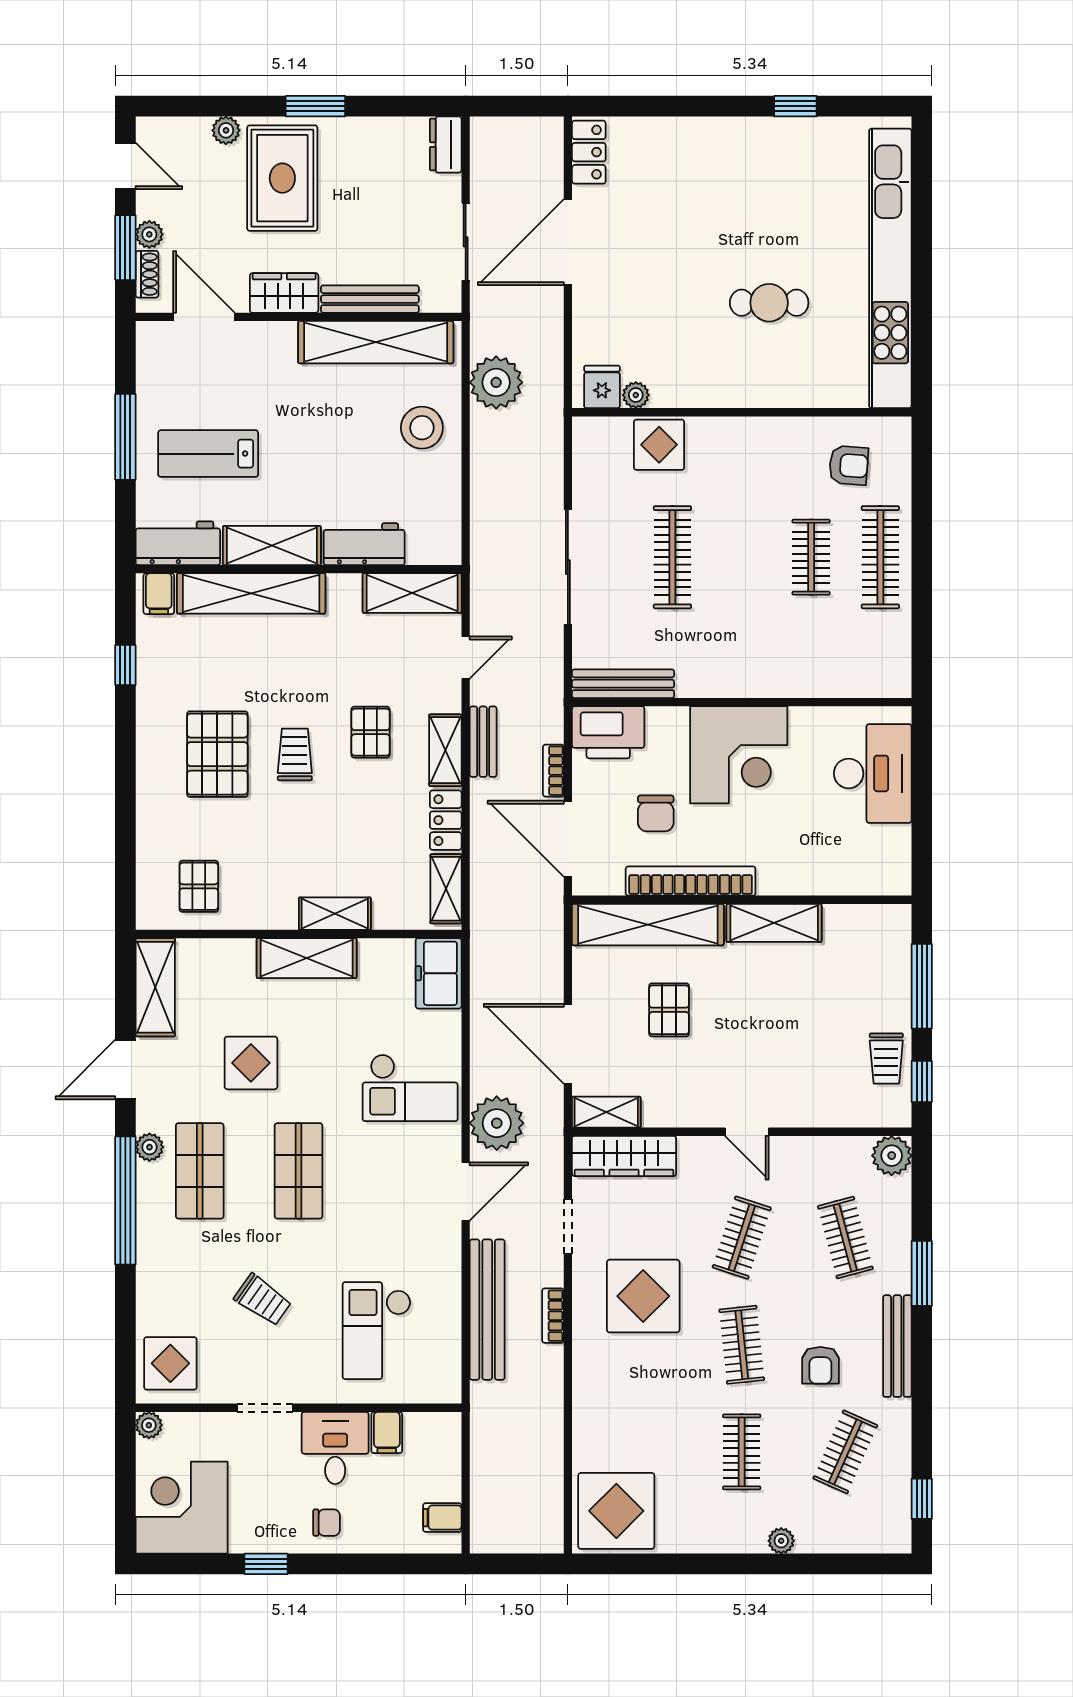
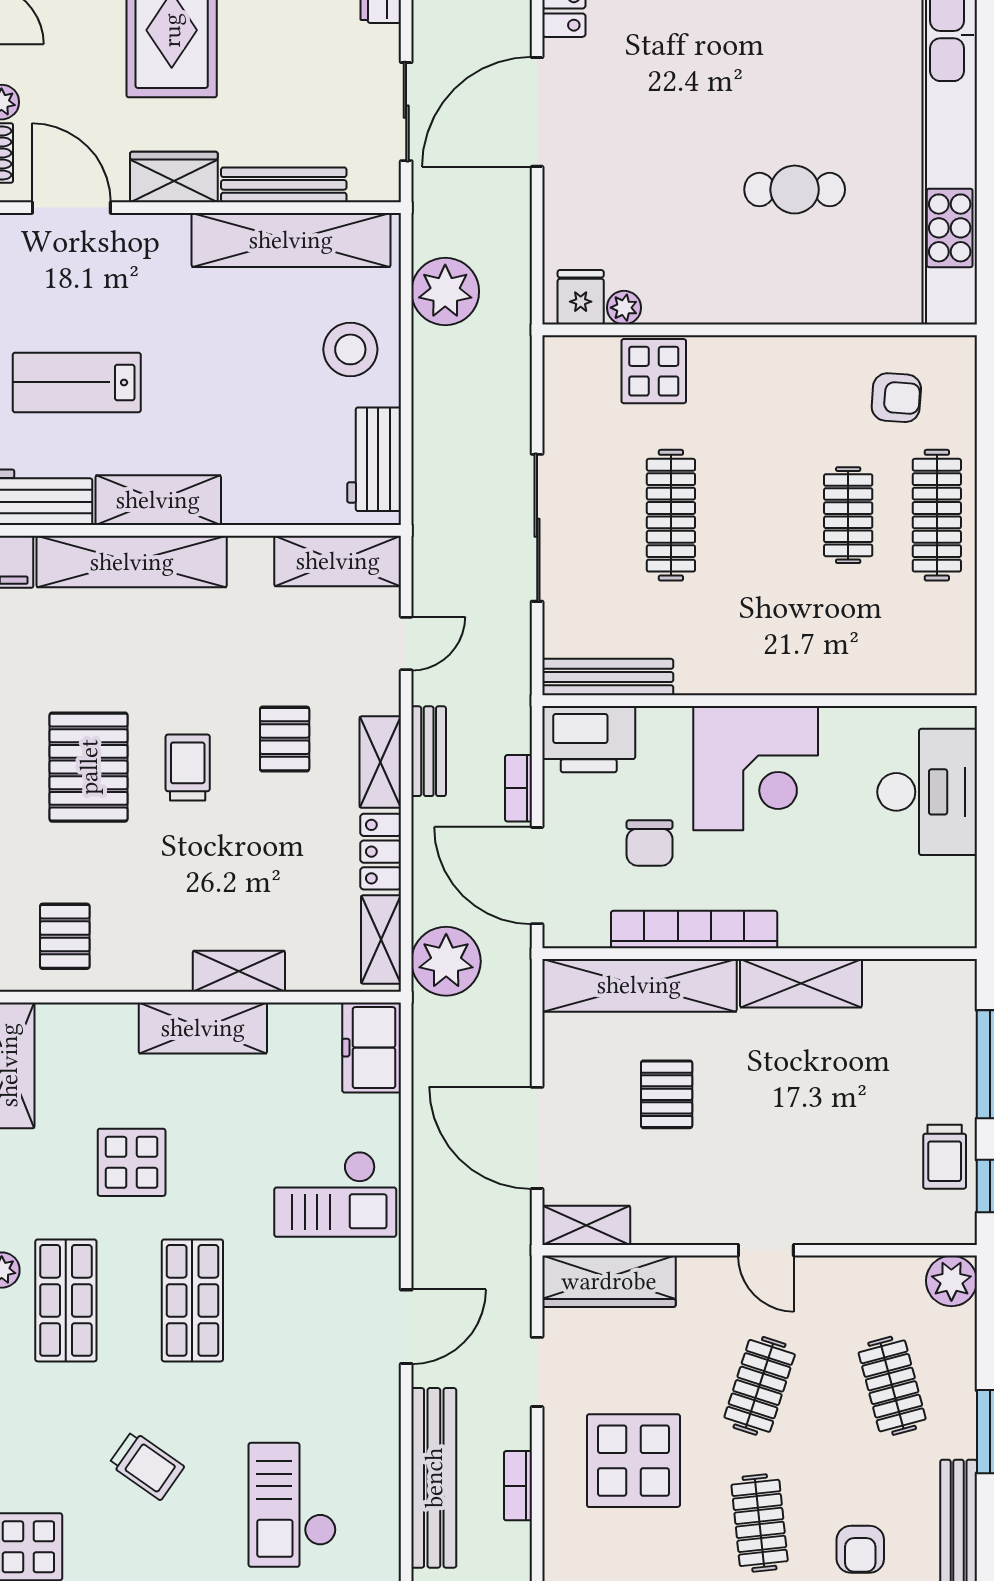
workbench: (364, 544) -> (374, 459), moved, turned -90
plant: (497, 1123) -> (446, 961), moved

